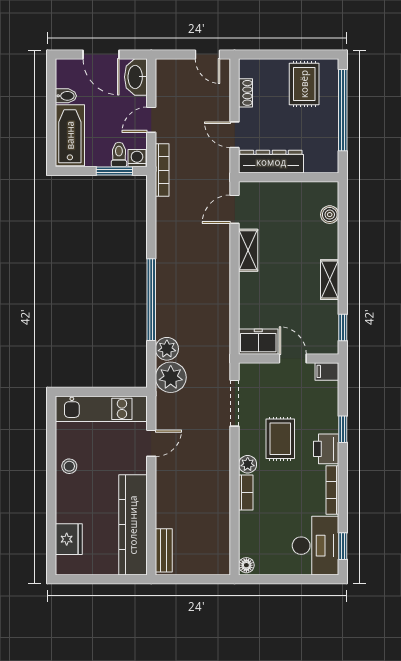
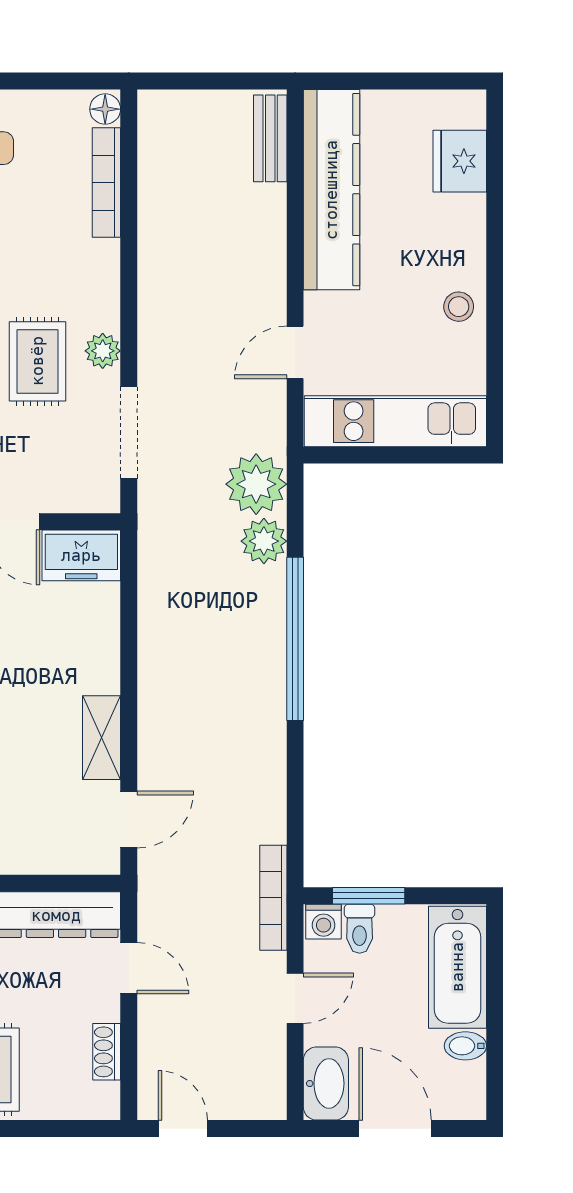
plant: (248, 464) -> (103, 351), moved
bookcase: (246, 492) -> (106, 183), moved, width x1.56

